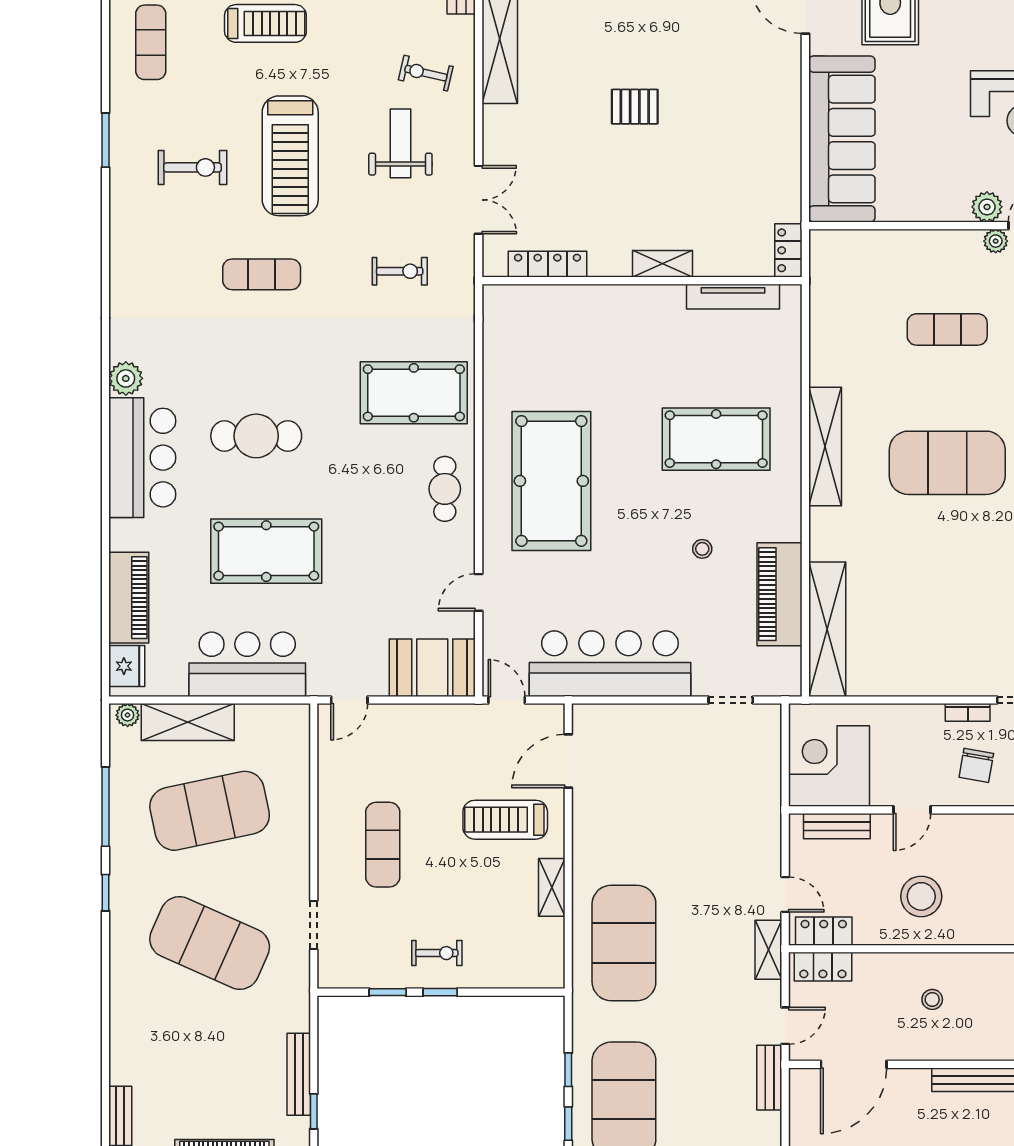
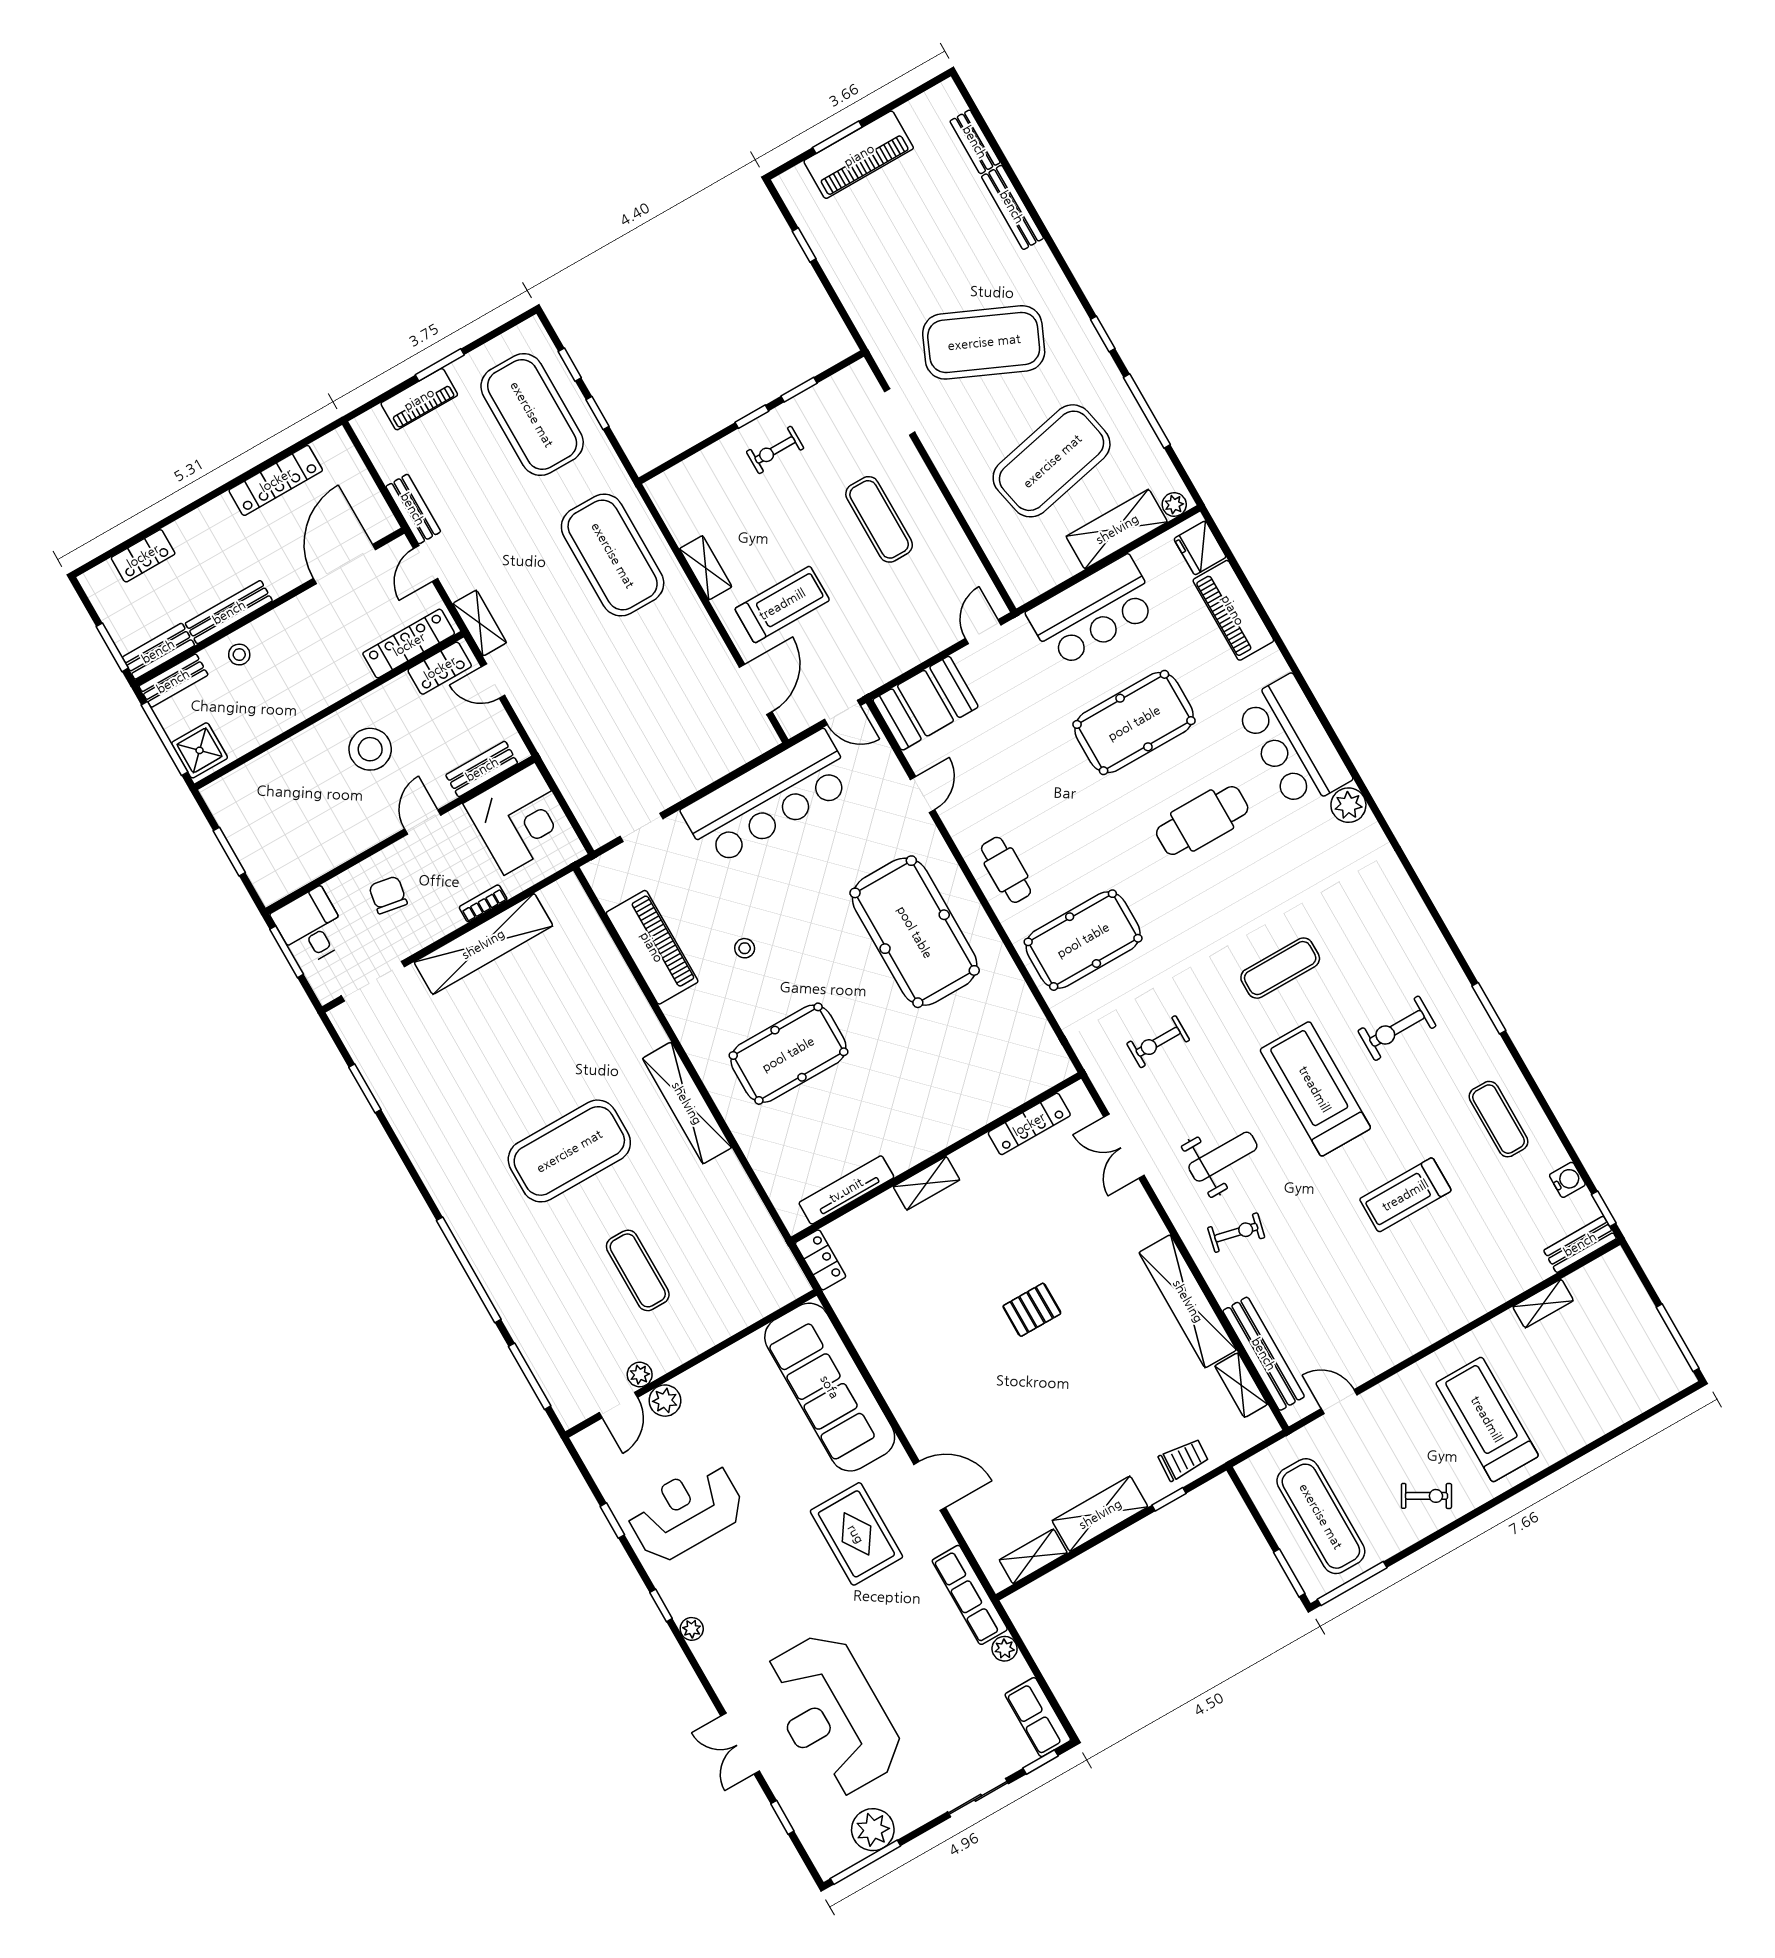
weight bench: (400, 143) -> (1223, 1157), turned -90
exercise mat: (947, 329) -> (638, 1270), turned 90
shelving: (827, 629) -> (483, 944), moved, turned 90
bookcase: (968, 712) -> (483, 903), moved
locker: (823, 967) -> (409, 644), width x1.53
stool: (932, 999) -> (239, 655), moved
bench: (299, 1074) -> (1012, 207), moved

